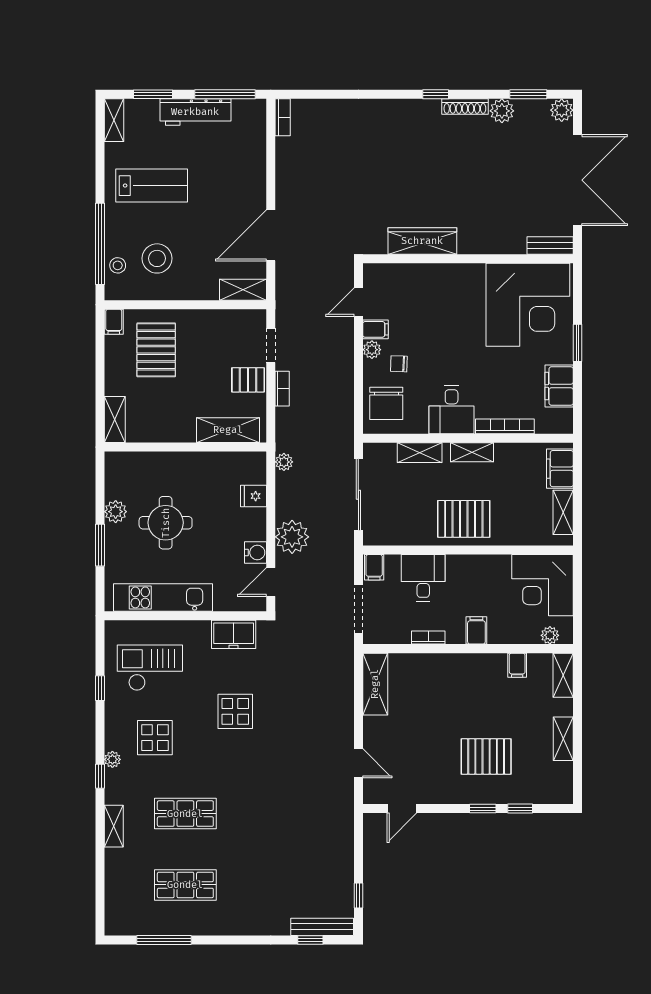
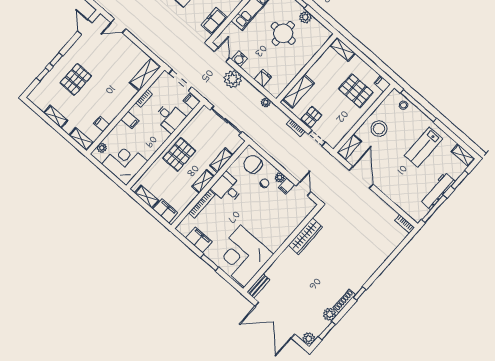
stool: (157, 258) -> (379, 129), moved
shelving: (375, 684) -> (145, 75), moved, turned 90

